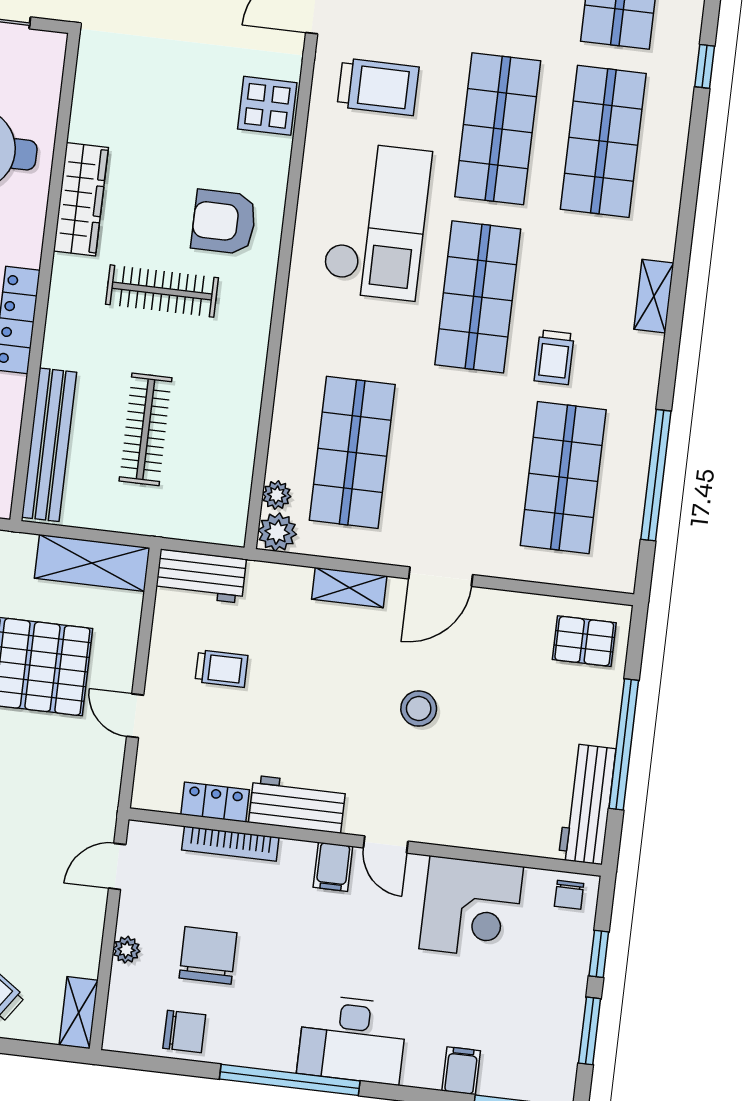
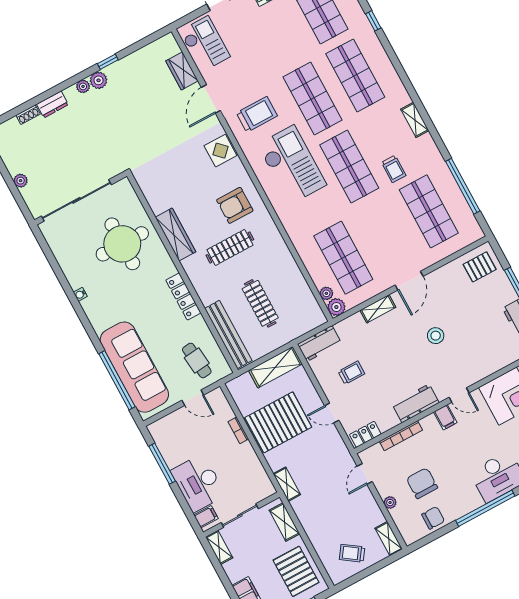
locker: (215, 802) -> (365, 434), moved

